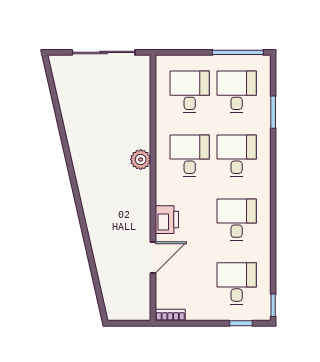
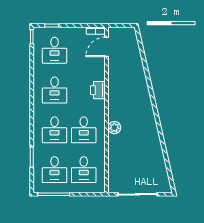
door: (153, 258) -> (107, 47), moved

